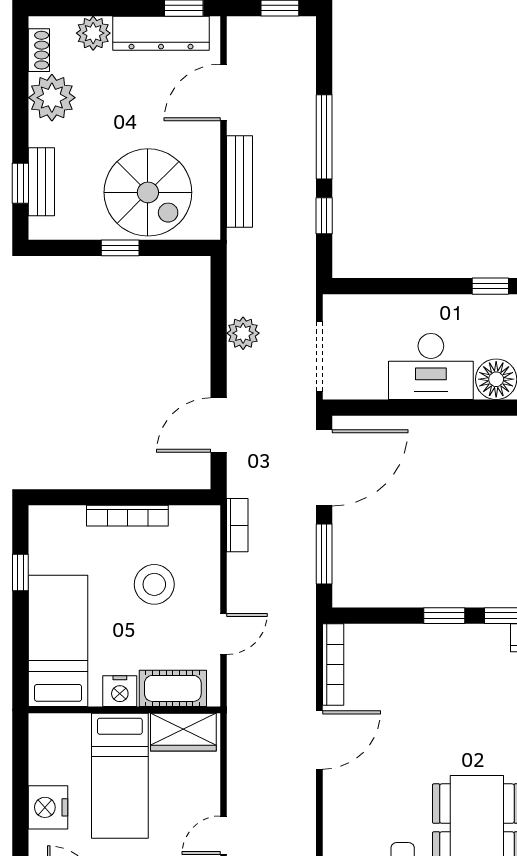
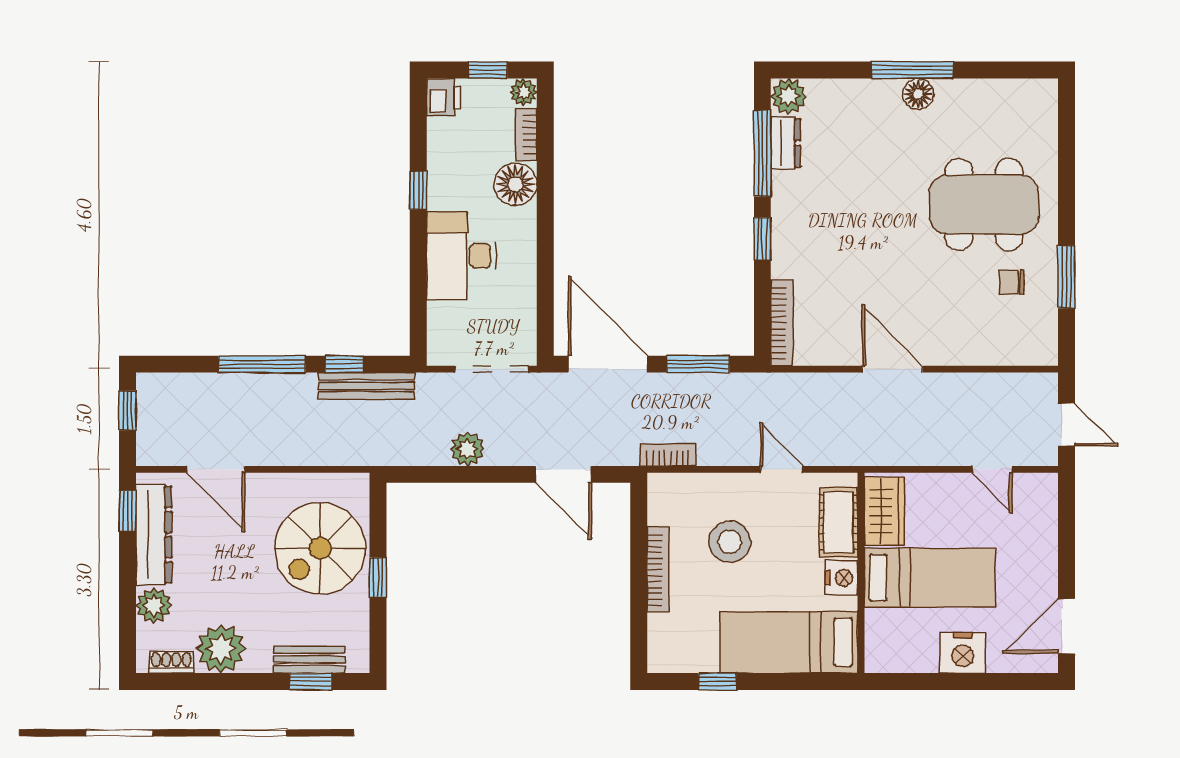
bench: (240, 181) -> (366, 386), moved
spiral stairs: (148, 192) -> (320, 548), turned 180
desk: (431, 367) -> (461, 256), moved, turned 180
bookcase: (333, 665) -> (782, 323), moved, turned 90

